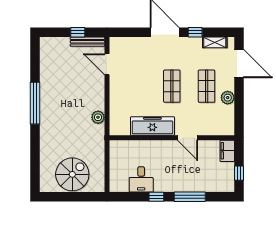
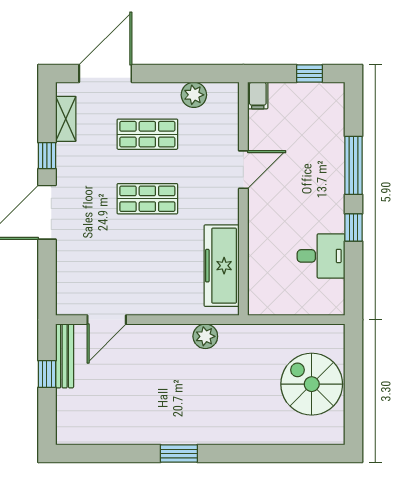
plant: (228, 98) -> (194, 95), moved
window: (35, 103) -> (179, 453), width x0.47
freezer: (152, 126) -> (222, 266), moved
filing cabinet: (227, 151) -> (258, 96), width x0.50

